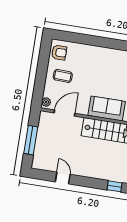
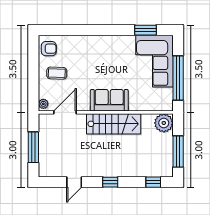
door: (63, 178) -> (74, 182), swing flipped
window: (114, 186) -> (110, 182), moved

